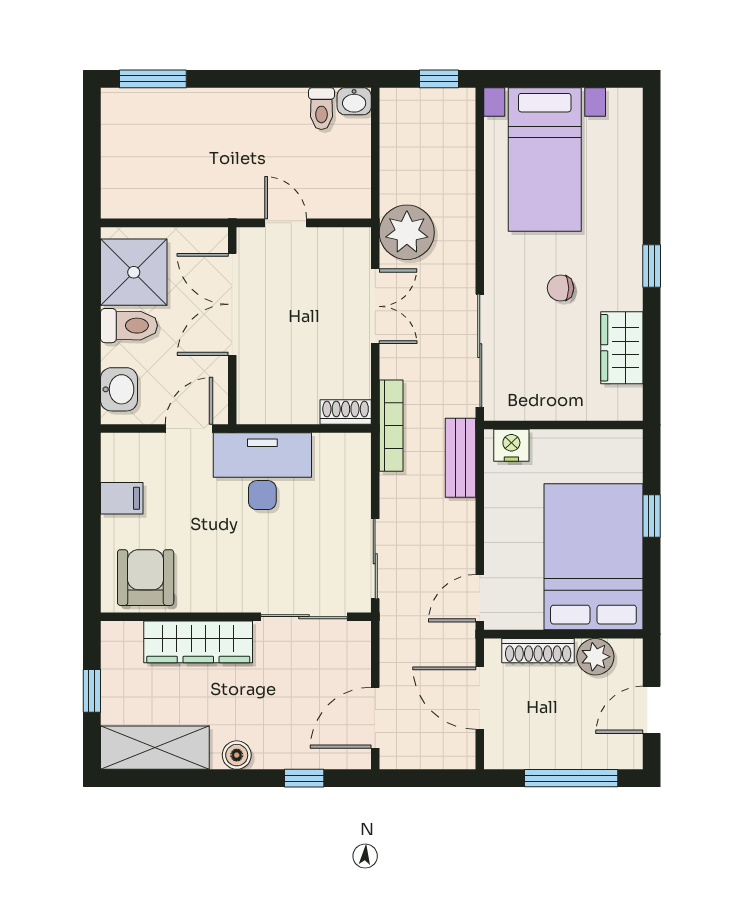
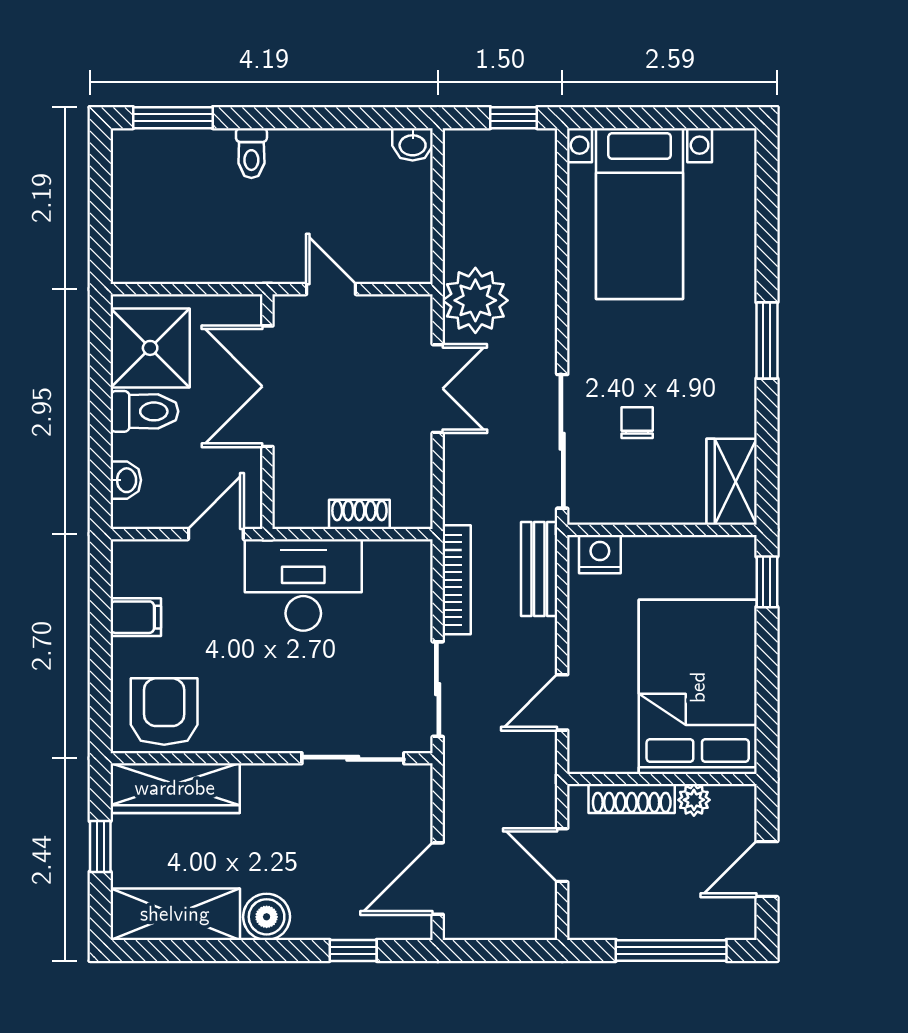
toilet: (321, 109) -> (251, 153), moved
window: (652, 266) -> (767, 340), width x1.50
chair: (561, 288) -> (637, 423), moved, turned 90
wardrobe: (622, 348) -> (732, 482), moved
washbasin: (119, 389) -> (126, 480), width x0.72, depth x0.69
shoe rack: (346, 412) -> (359, 514), moved
bookcase: (391, 426) -> (457, 580), moved
window: (652, 516) -> (767, 582), moved
door: (480, 598) -> (562, 702), moved
wardrobe: (198, 642) -> (175, 788), moved
plant: (595, 657) -> (694, 800), width x0.73, depth x0.73
door: (480, 698) -> (562, 855), width x0.73
boiler: (237, 755) -> (267, 917), width x1.36, depth x1.36

